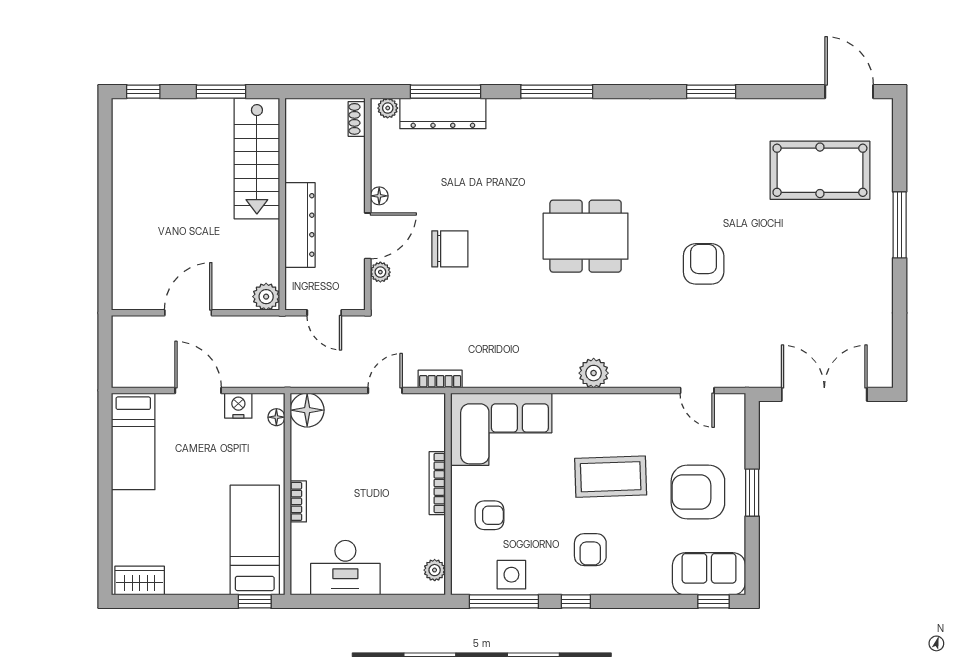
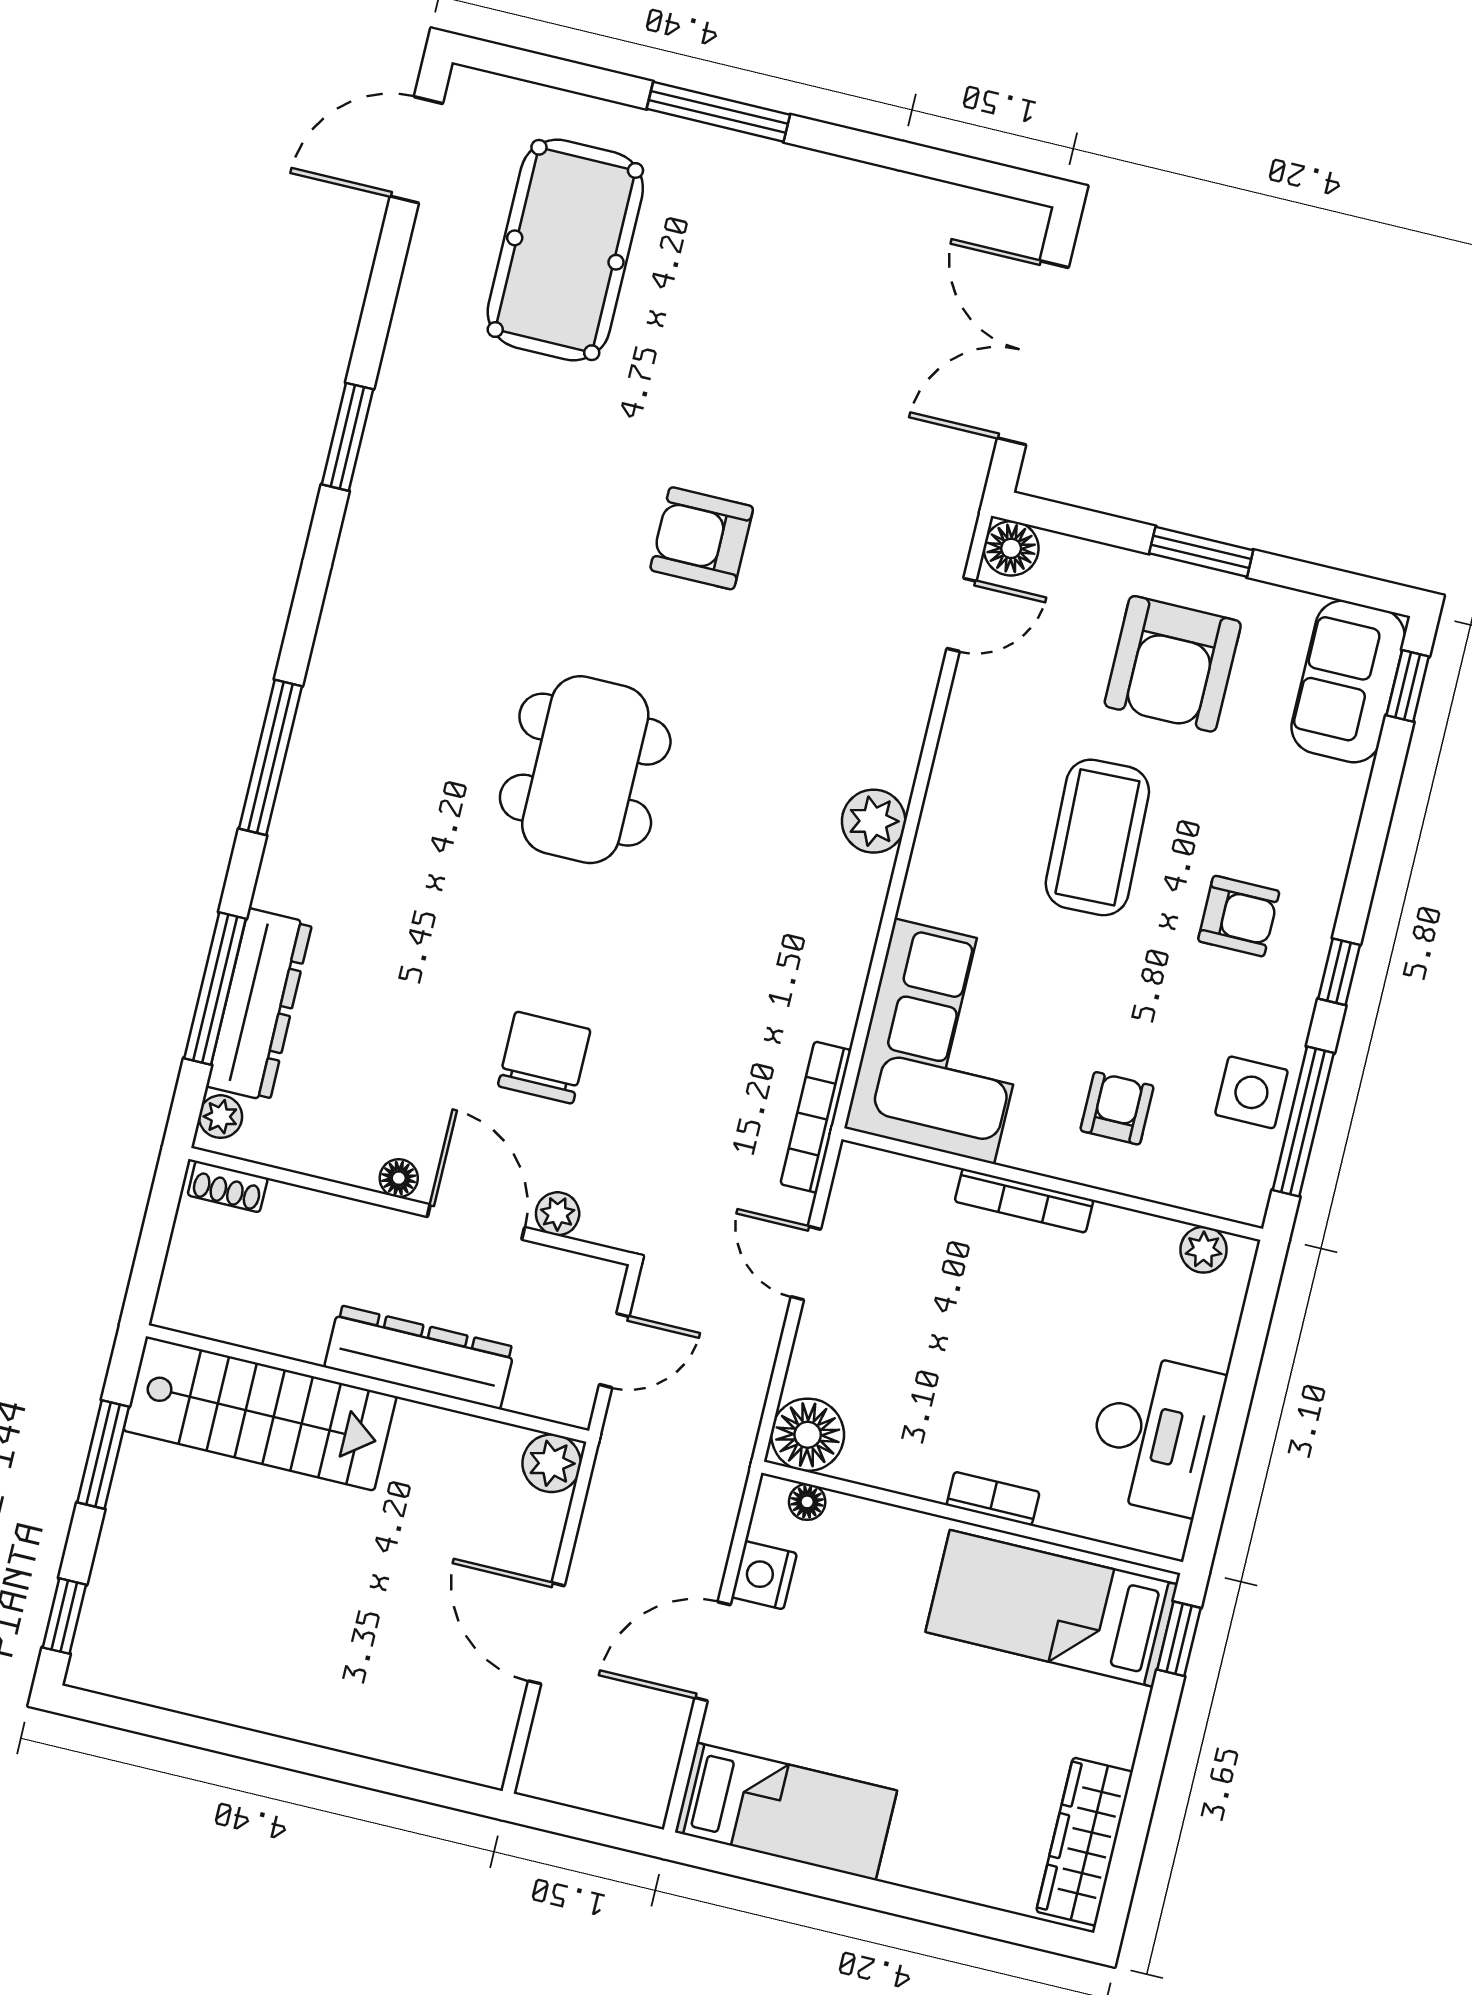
bookcase: (440, 379) -> (816, 1117), width x1.56
floor lamp: (733, 406) -> (1011, 548), added
wardrobe: (140, 581) -> (1084, 1842), width x1.50

